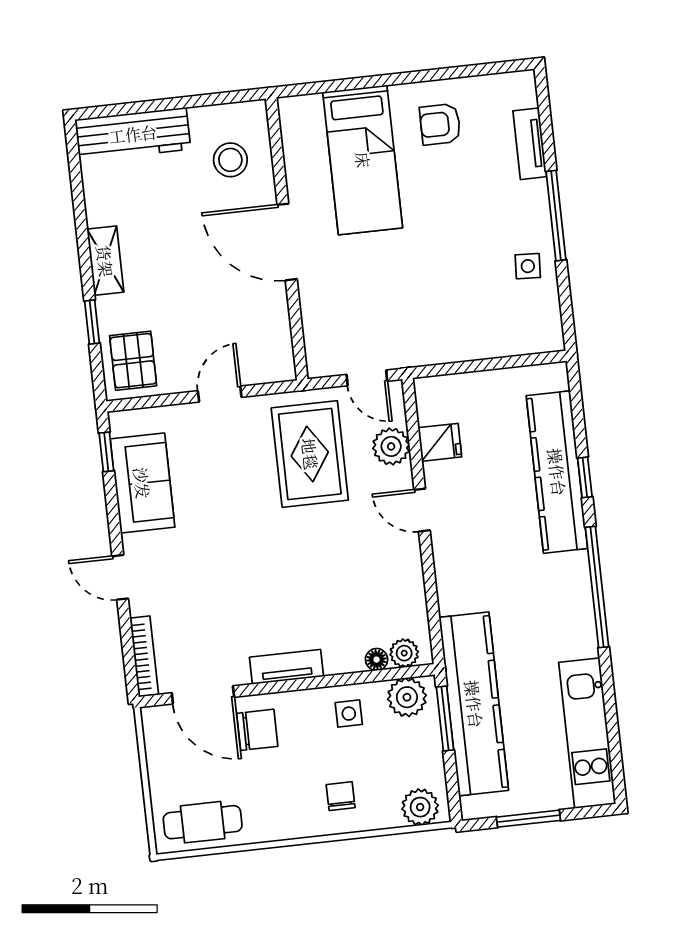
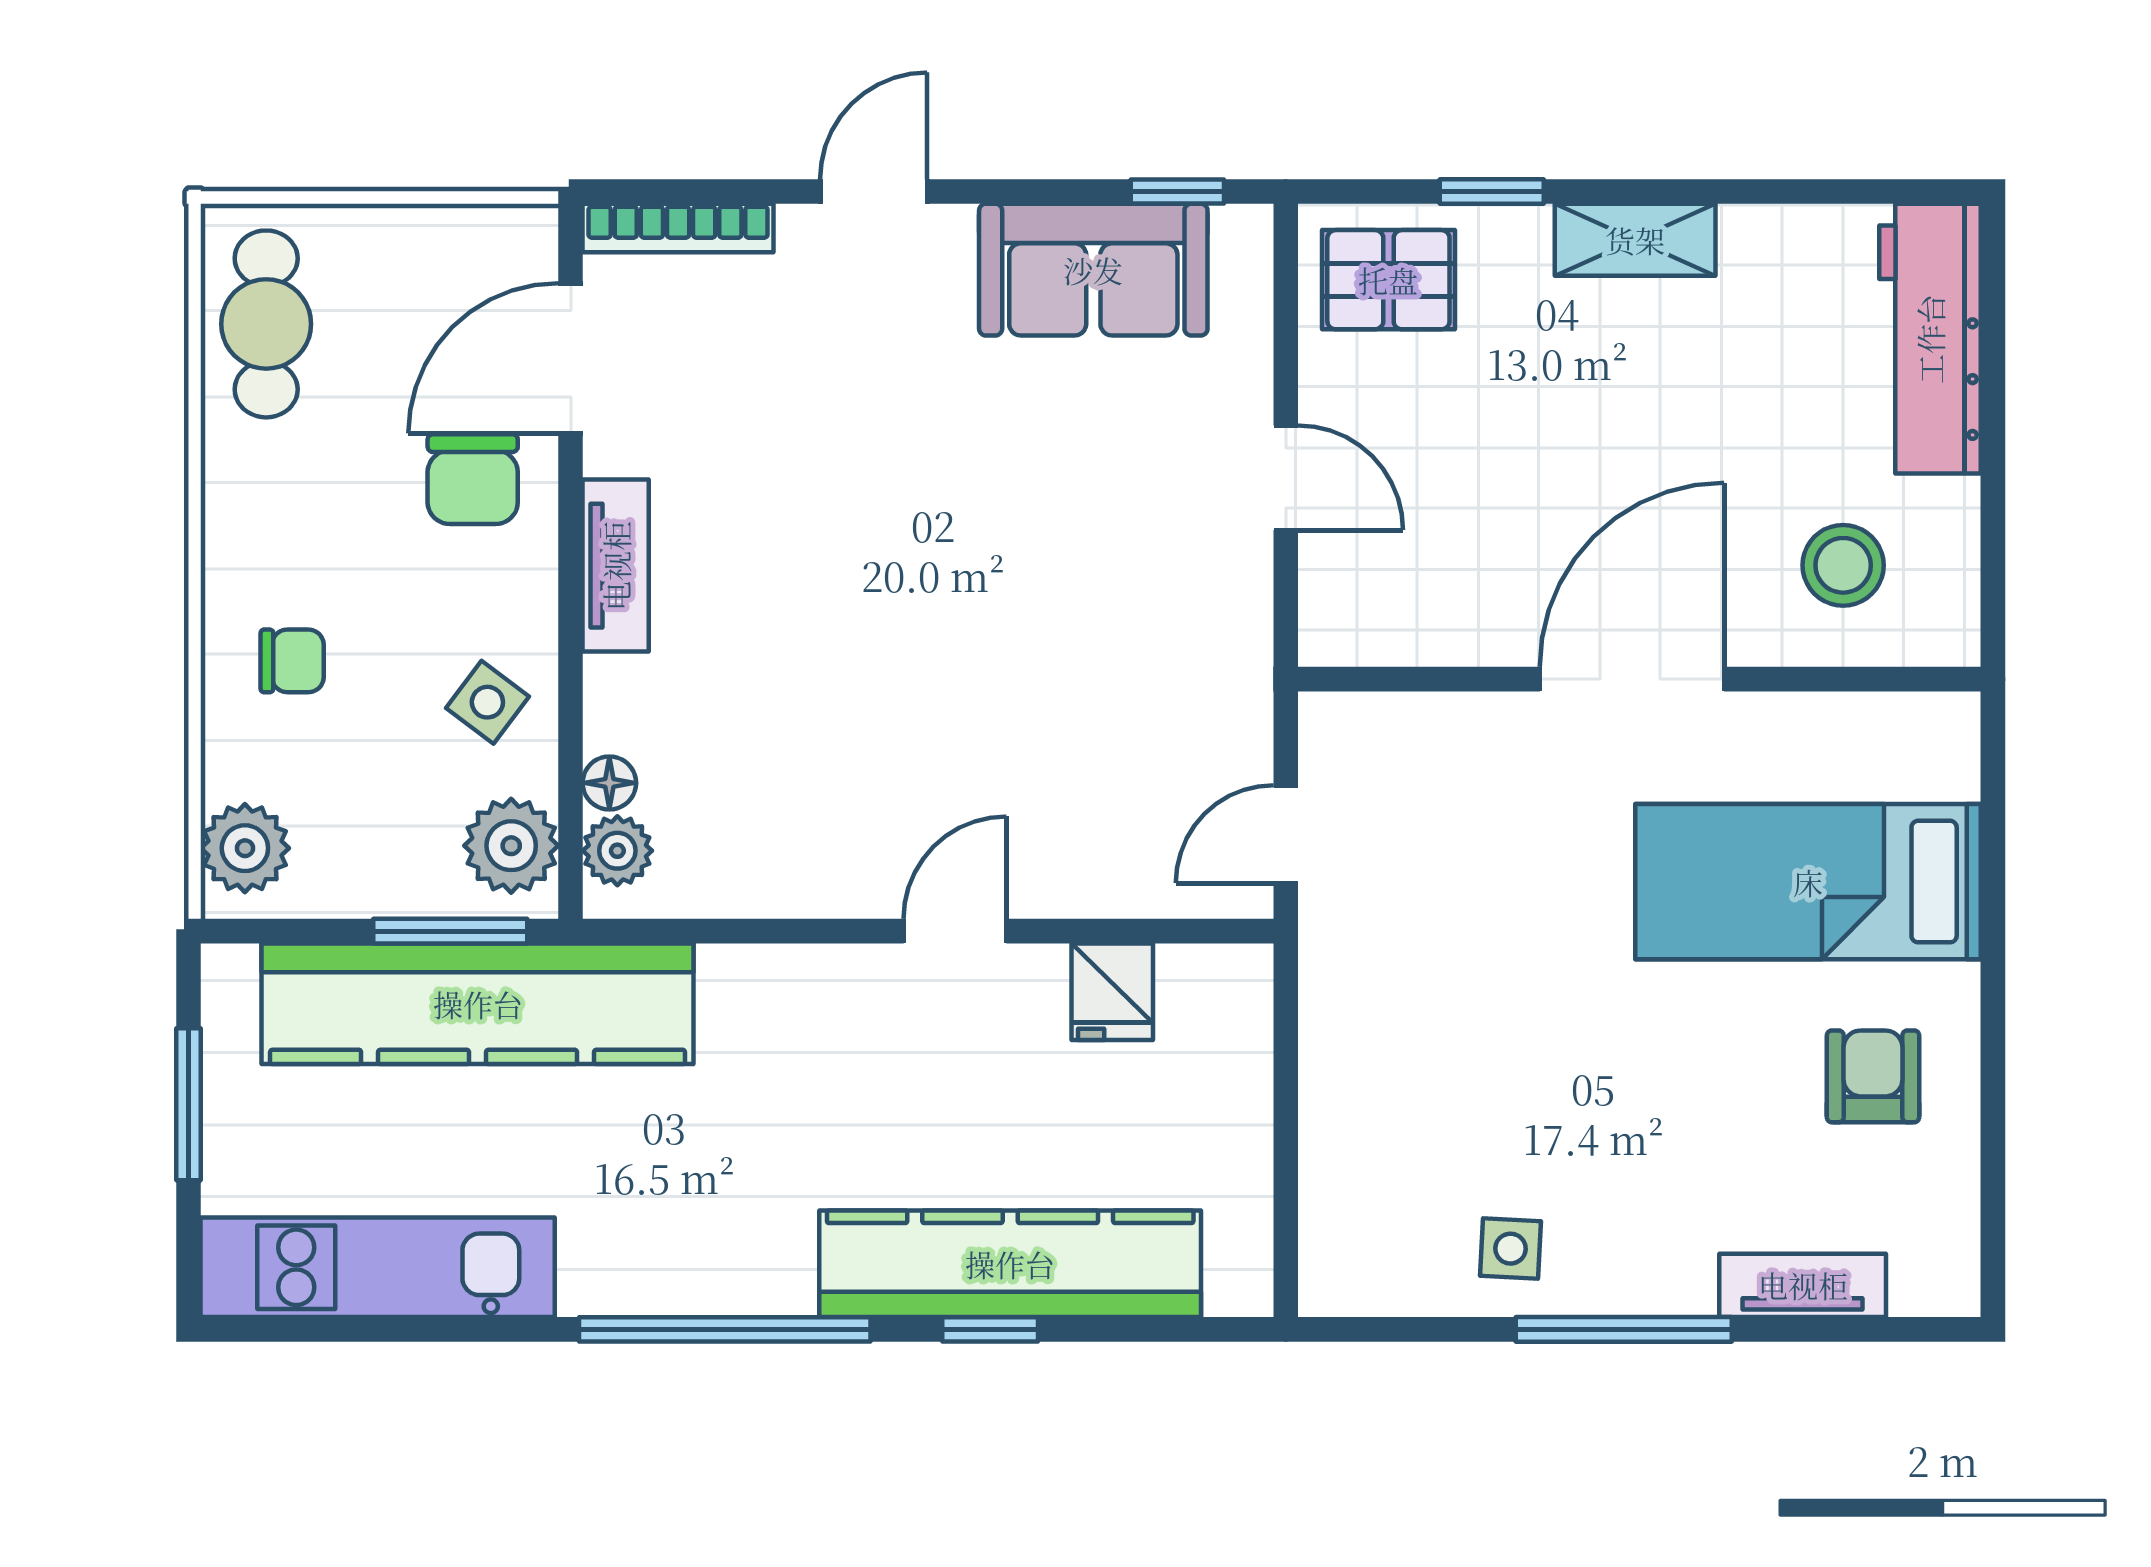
plant: (391, 446) -> (1115, 874), removed
rug: (310, 454) -> (1119, 678), removed
side table: (349, 714) -> (487, 702), turned 37

